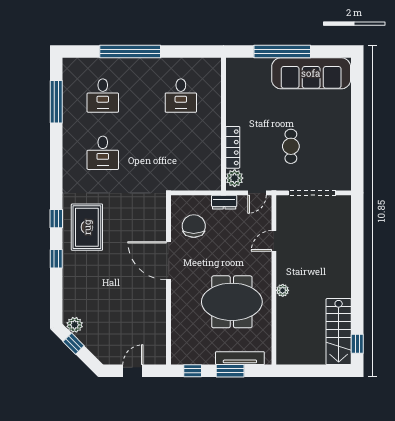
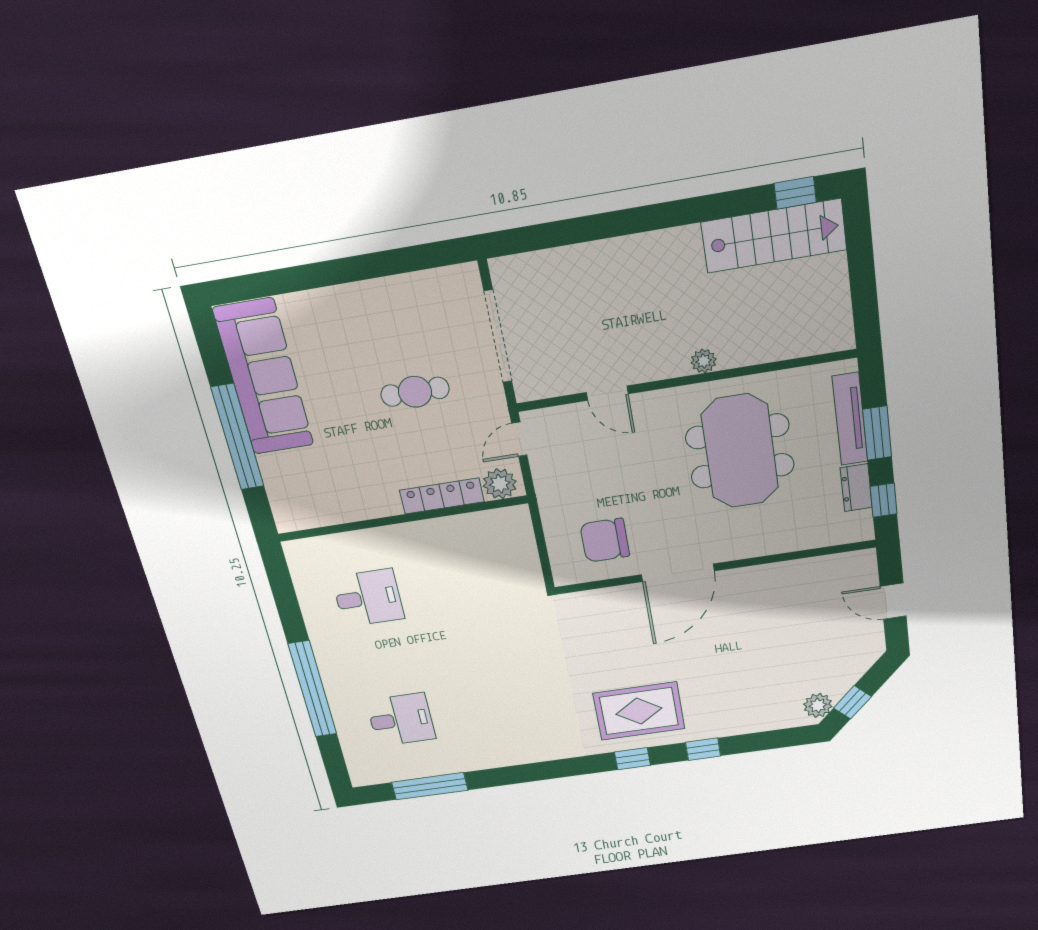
desk: (103, 153) -> (501, 706), removed
door: (257, 193) -> (519, 439), swing flipped
dresser: (224, 202) -> (856, 488), moved, turned 180

